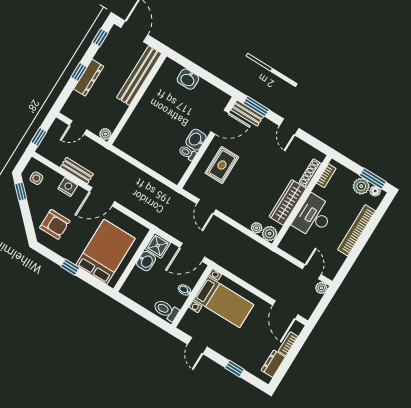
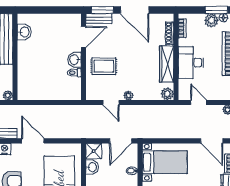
washbasin: (188, 79) -> (24, 32), moved, turned -90
door: (289, 127) -> (135, 10), width x1.88
rug: (222, 165) -> (104, 66), turned 90
door: (102, 197) -> (33, 141), swing flipped
plant: (257, 228) -> (128, 95), moved
door: (312, 272) -> (198, 102), moved

